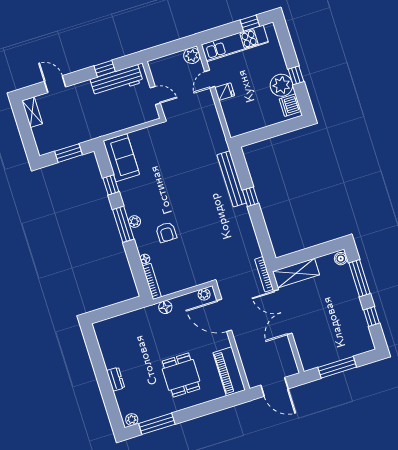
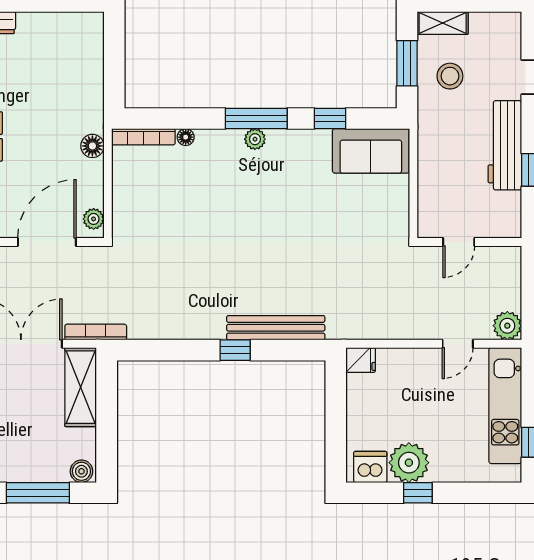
door: (210, 79) -> (458, 344), swing flipped
workbench: (117, 81) -> (505, 145), moved
fridge: (225, 92) -> (361, 360), moved, turned -90
shelving: (32, 112) -> (443, 23), moved
stool: (68, 128) -> (450, 76), added
armchair: (166, 232) -> (220, 188), removed

